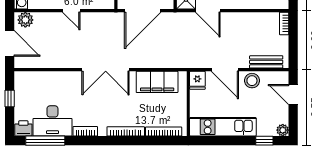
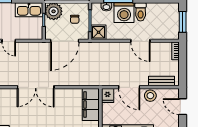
door: (208, 11) -> (140, 41), moved
filing cabinet: (157, 82) -> (91, 105), moved, turned 90

